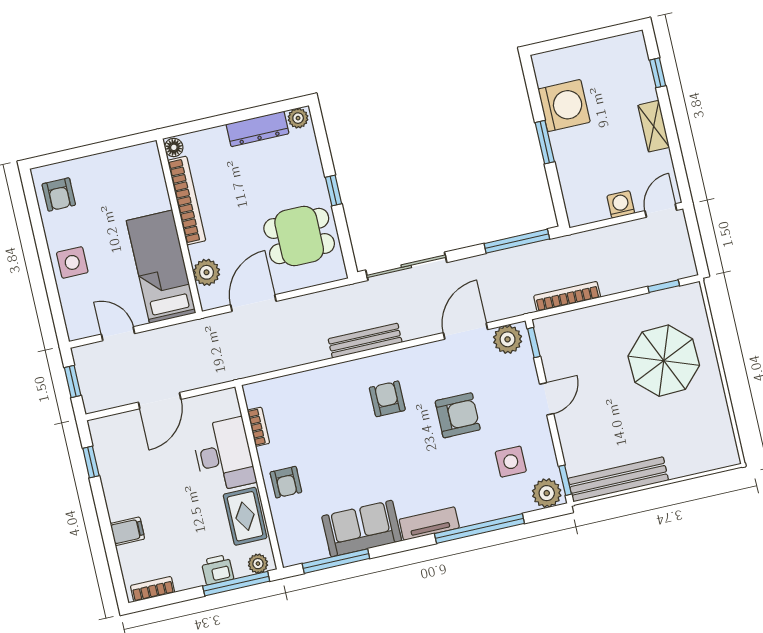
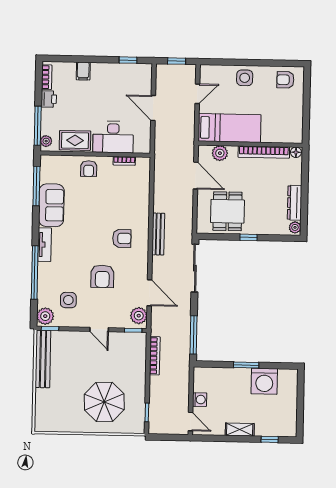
armchair: (286, 482) -> (89, 169), turned -90
printer: (217, 570) -> (49, 99), moved

